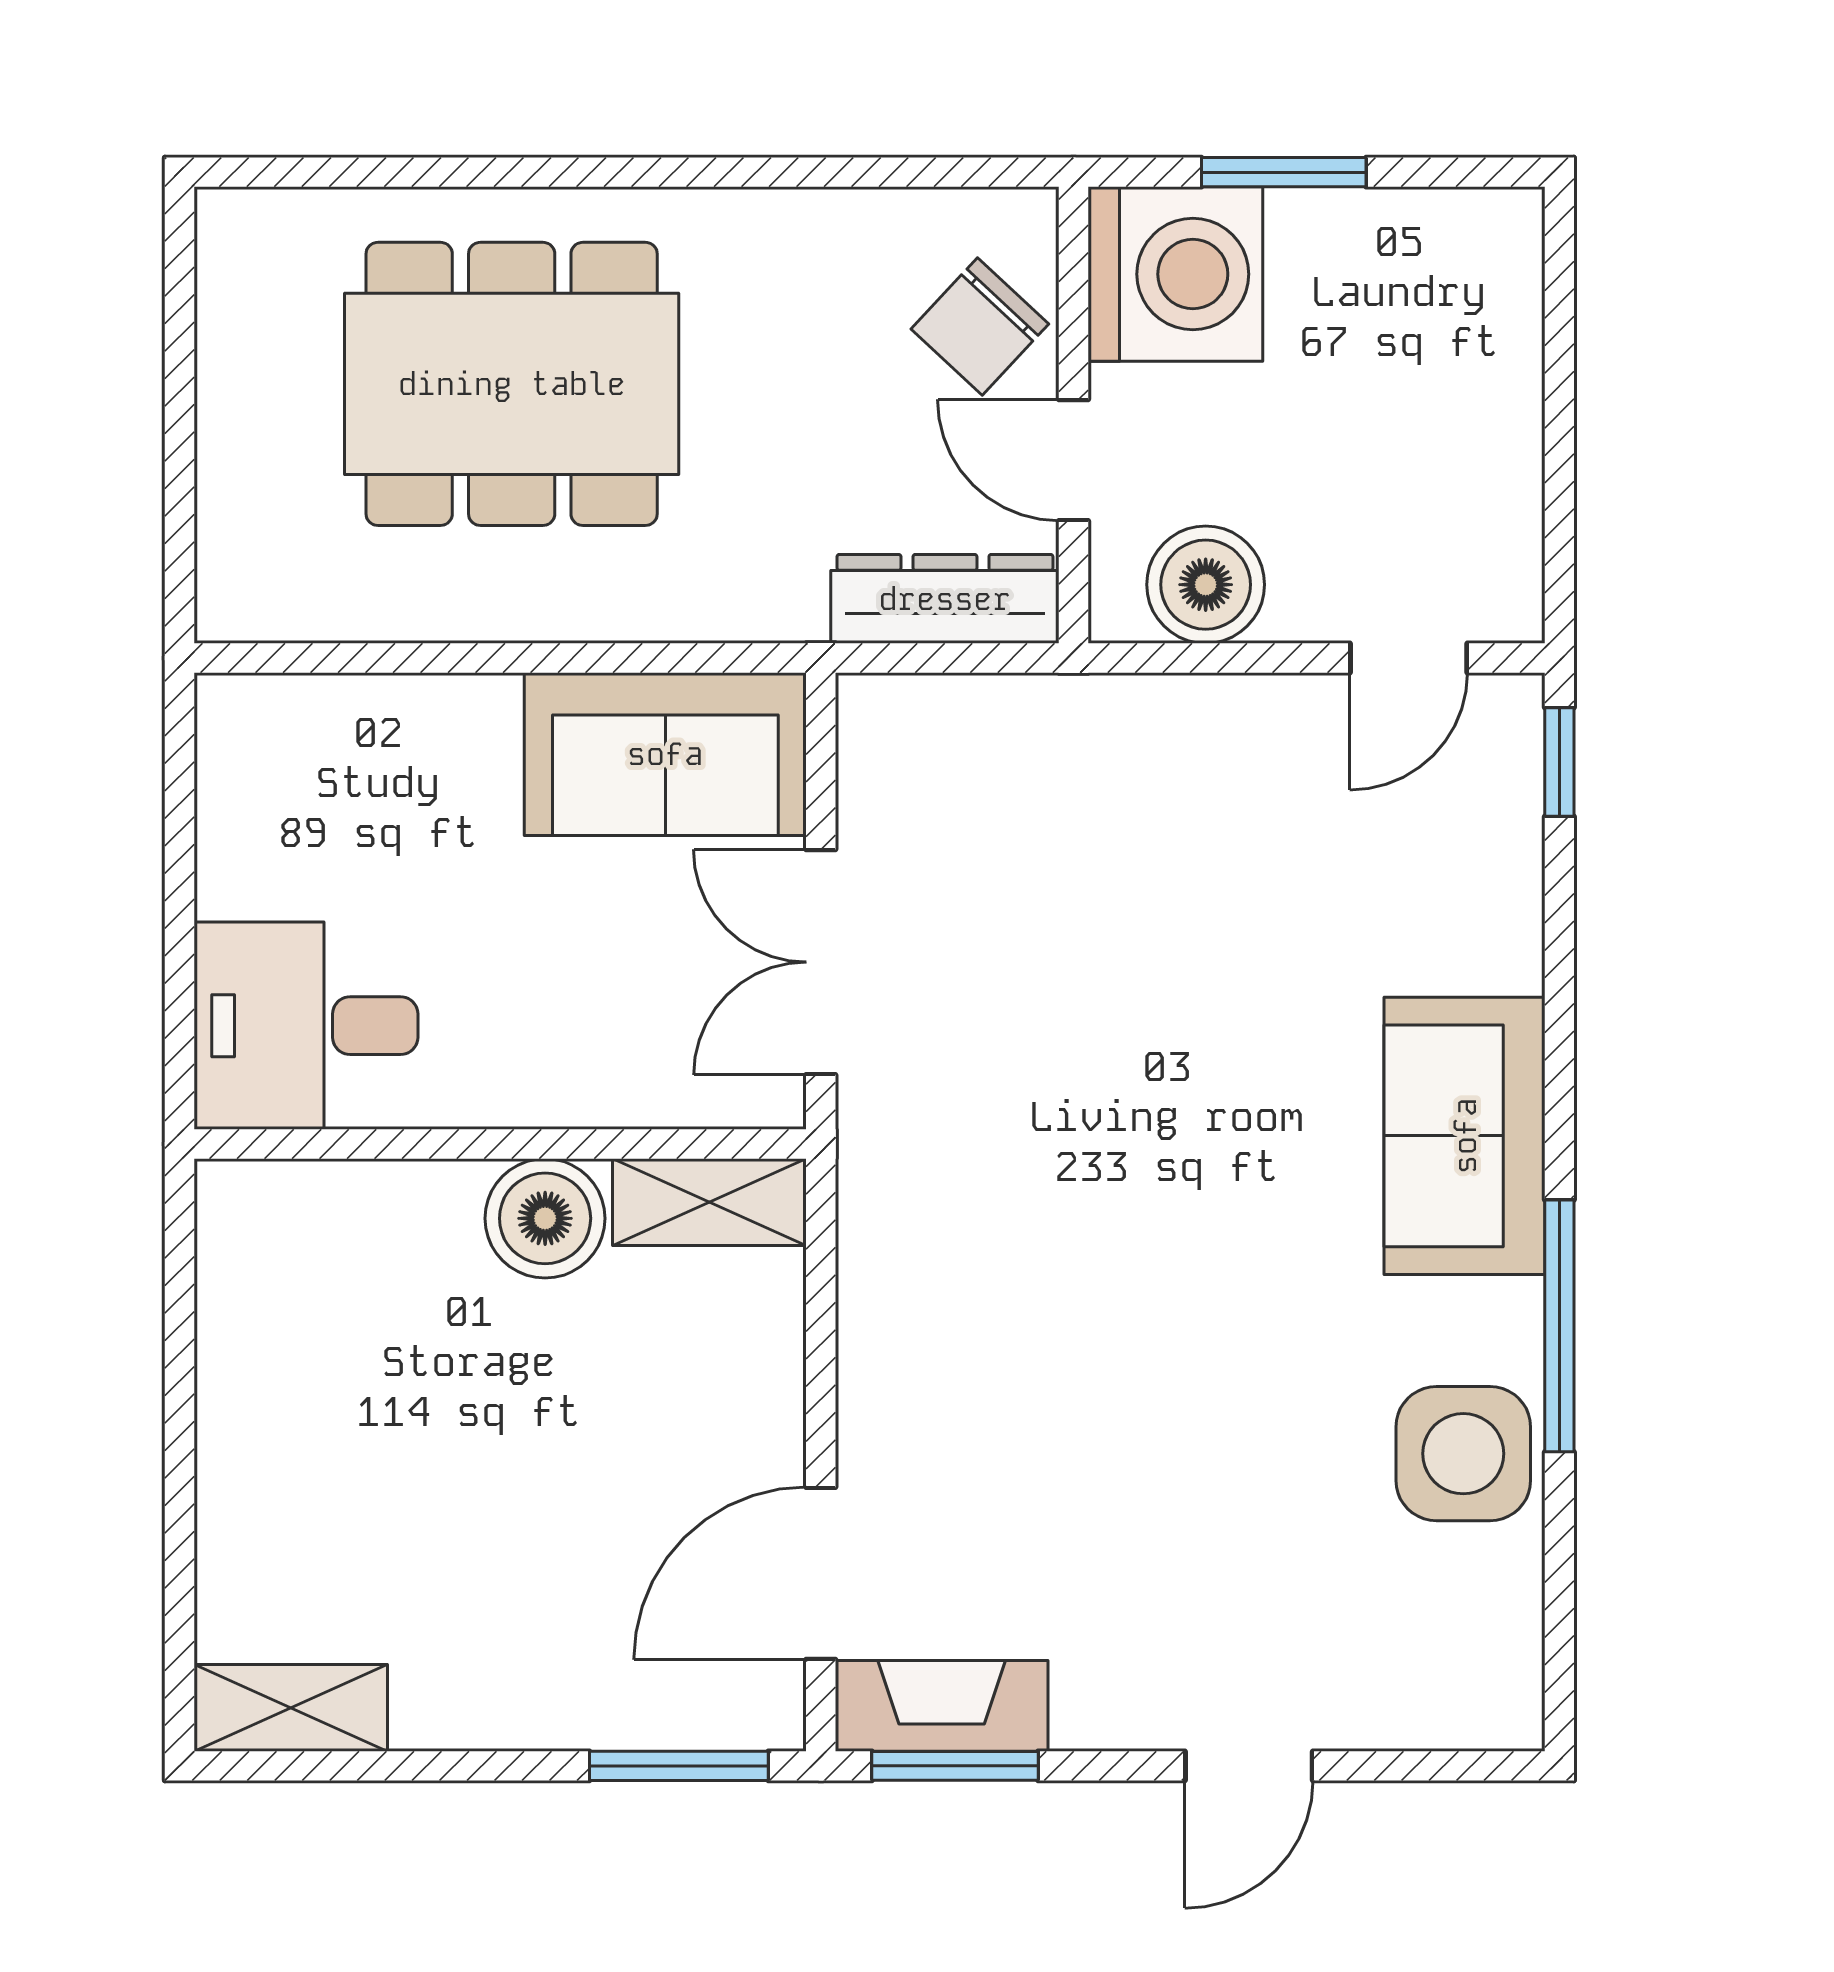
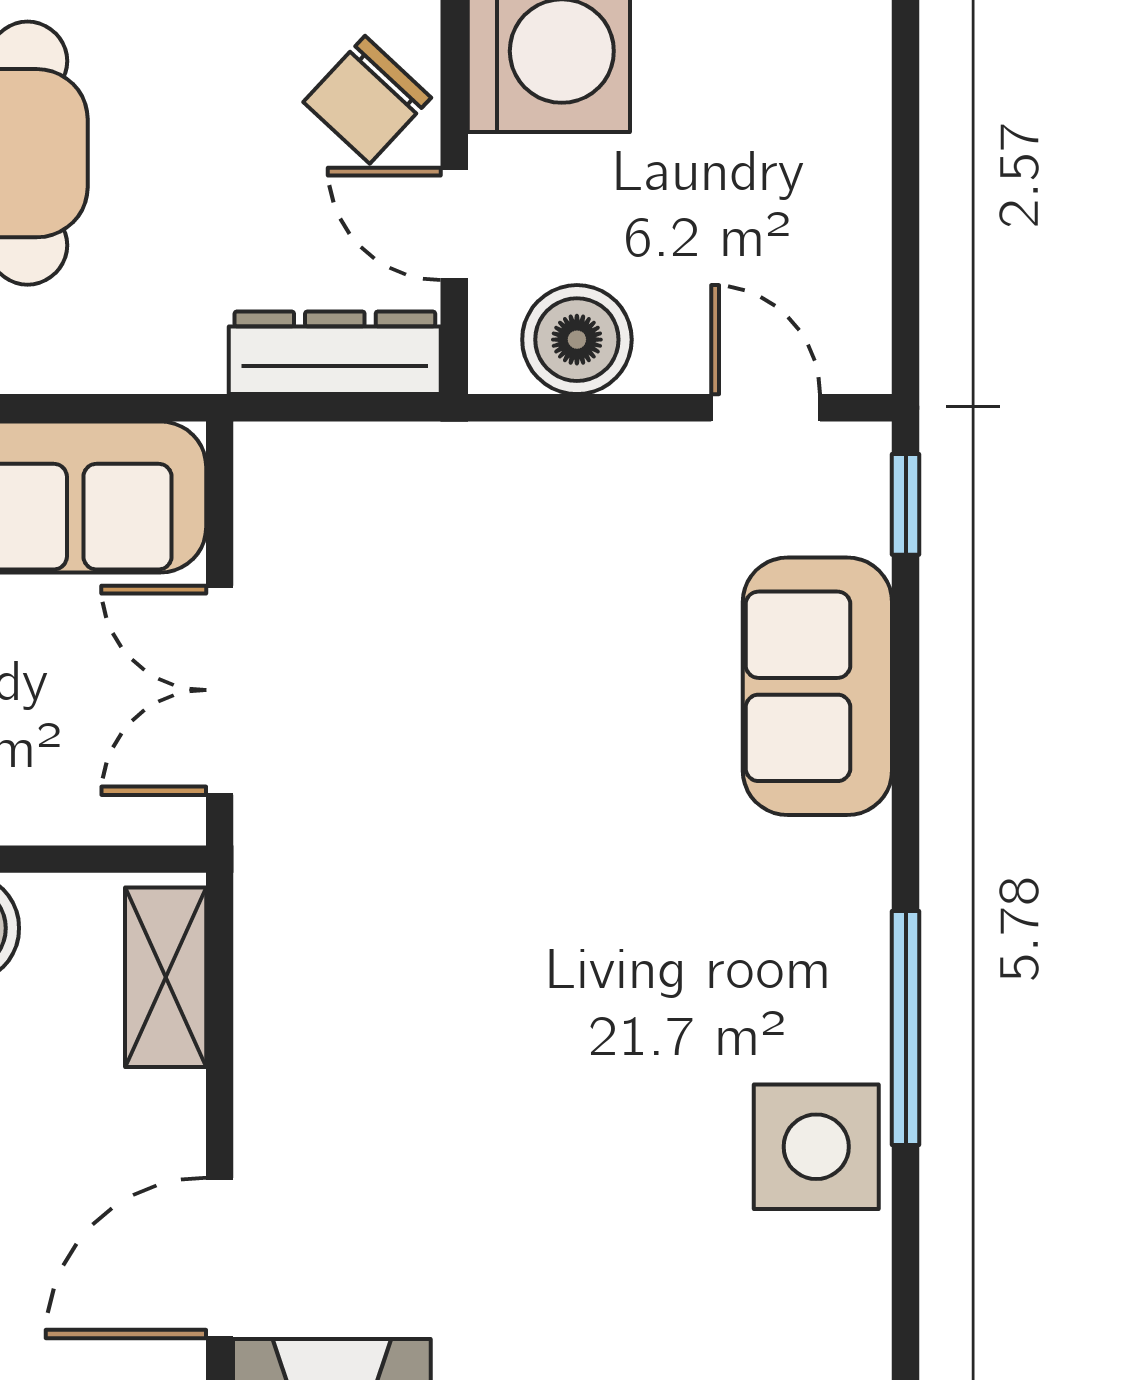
door: (1409, 658) -> (766, 408), swing flipped
sofa: (1465, 1136) -> (817, 686), moved
shelving: (709, 1202) -> (166, 977), moved, turned 90

